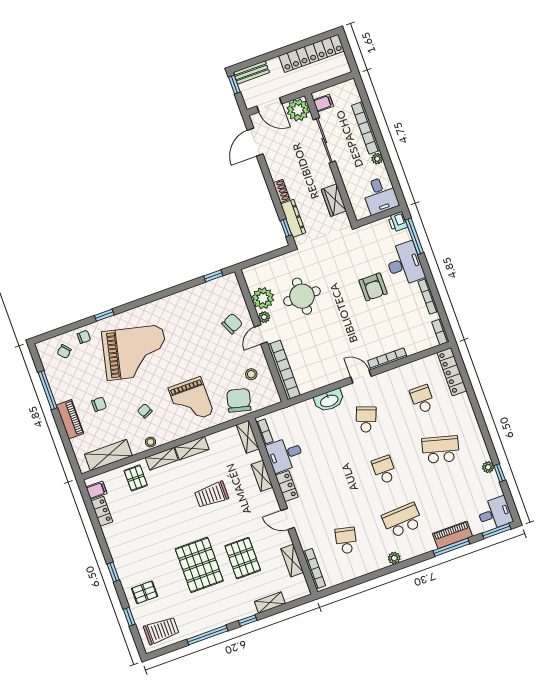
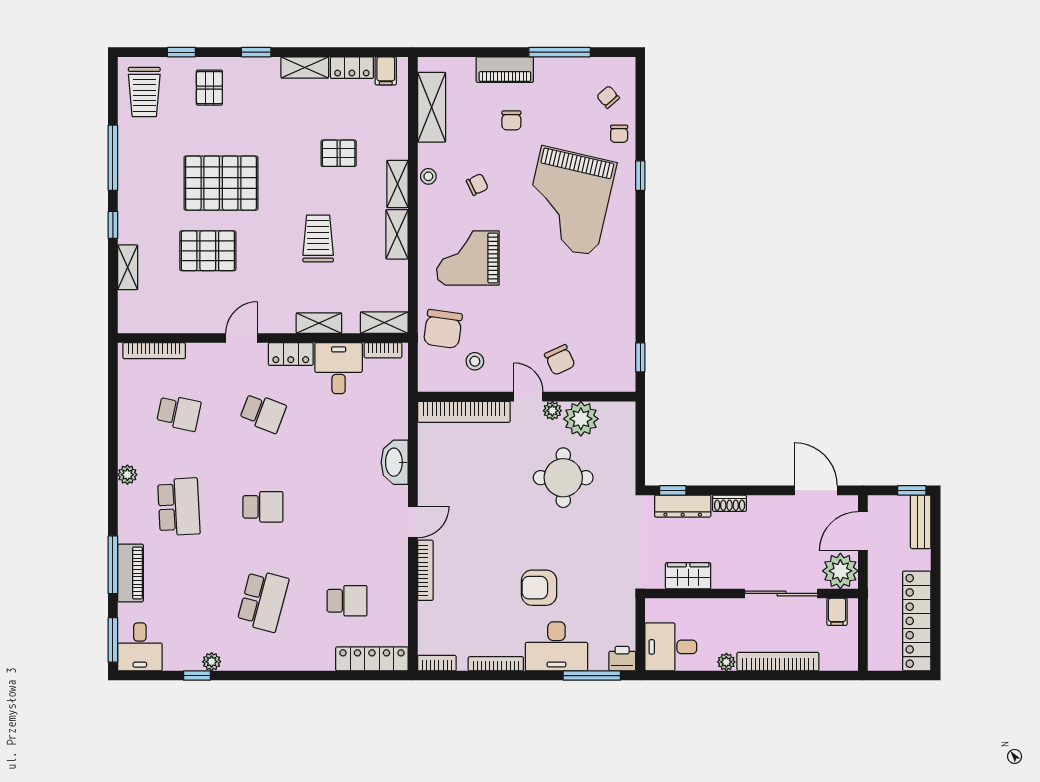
chair: (239, 400) -> (443, 329), turned 84
school desk: (366, 419) -> (263, 413), moved
pallet: (136, 478) -> (339, 153), moved
shelving: (292, 560) -> (305, 67), moved

